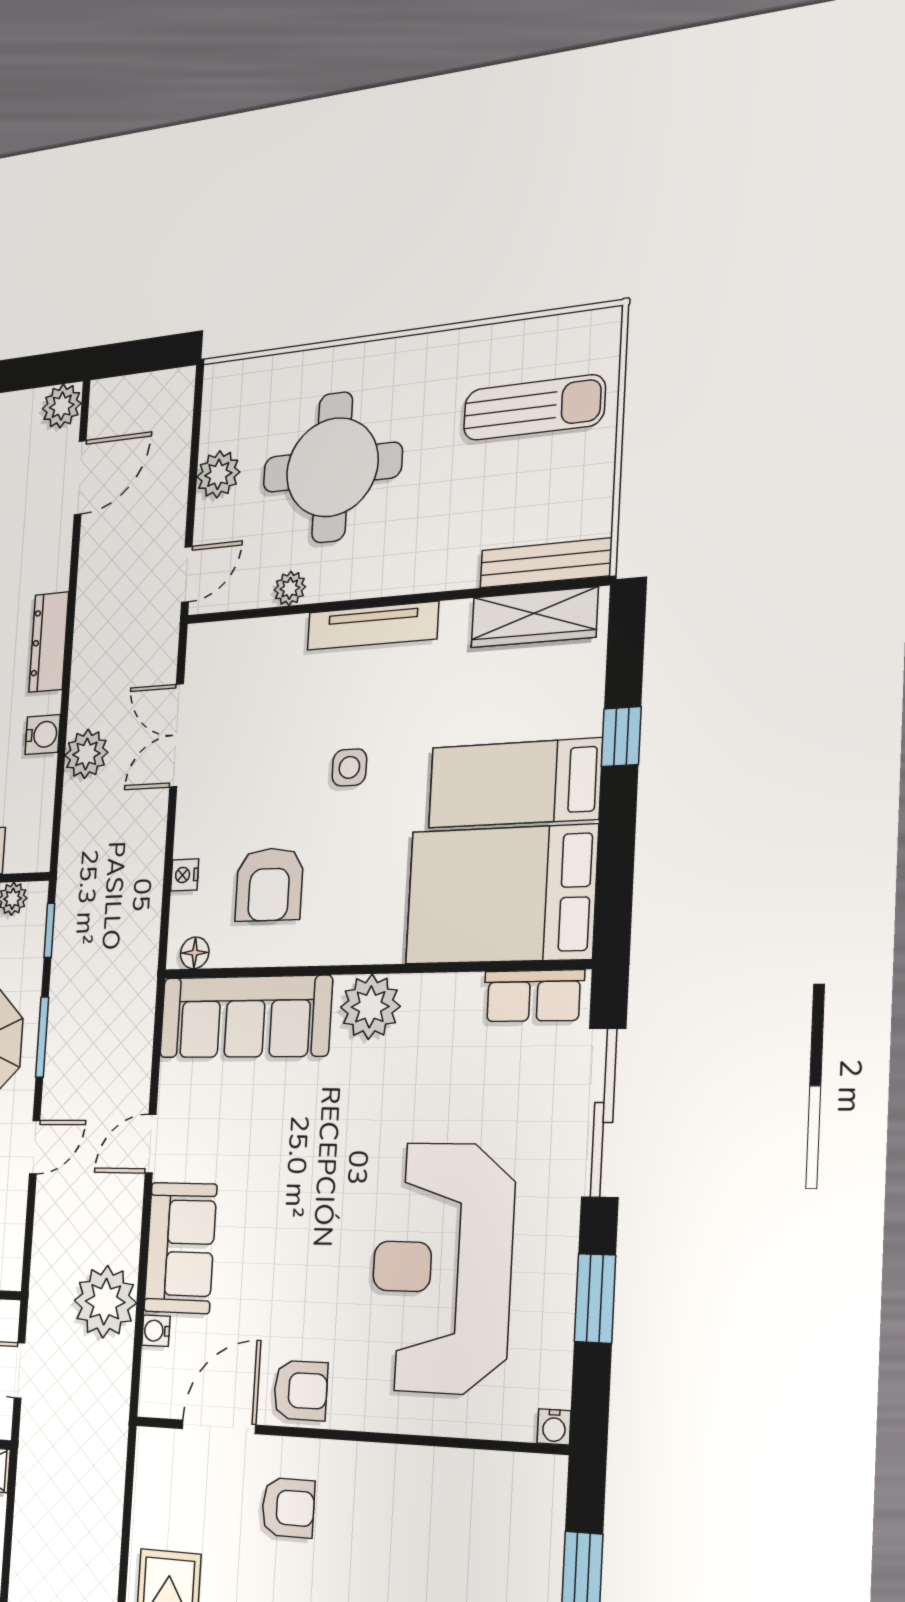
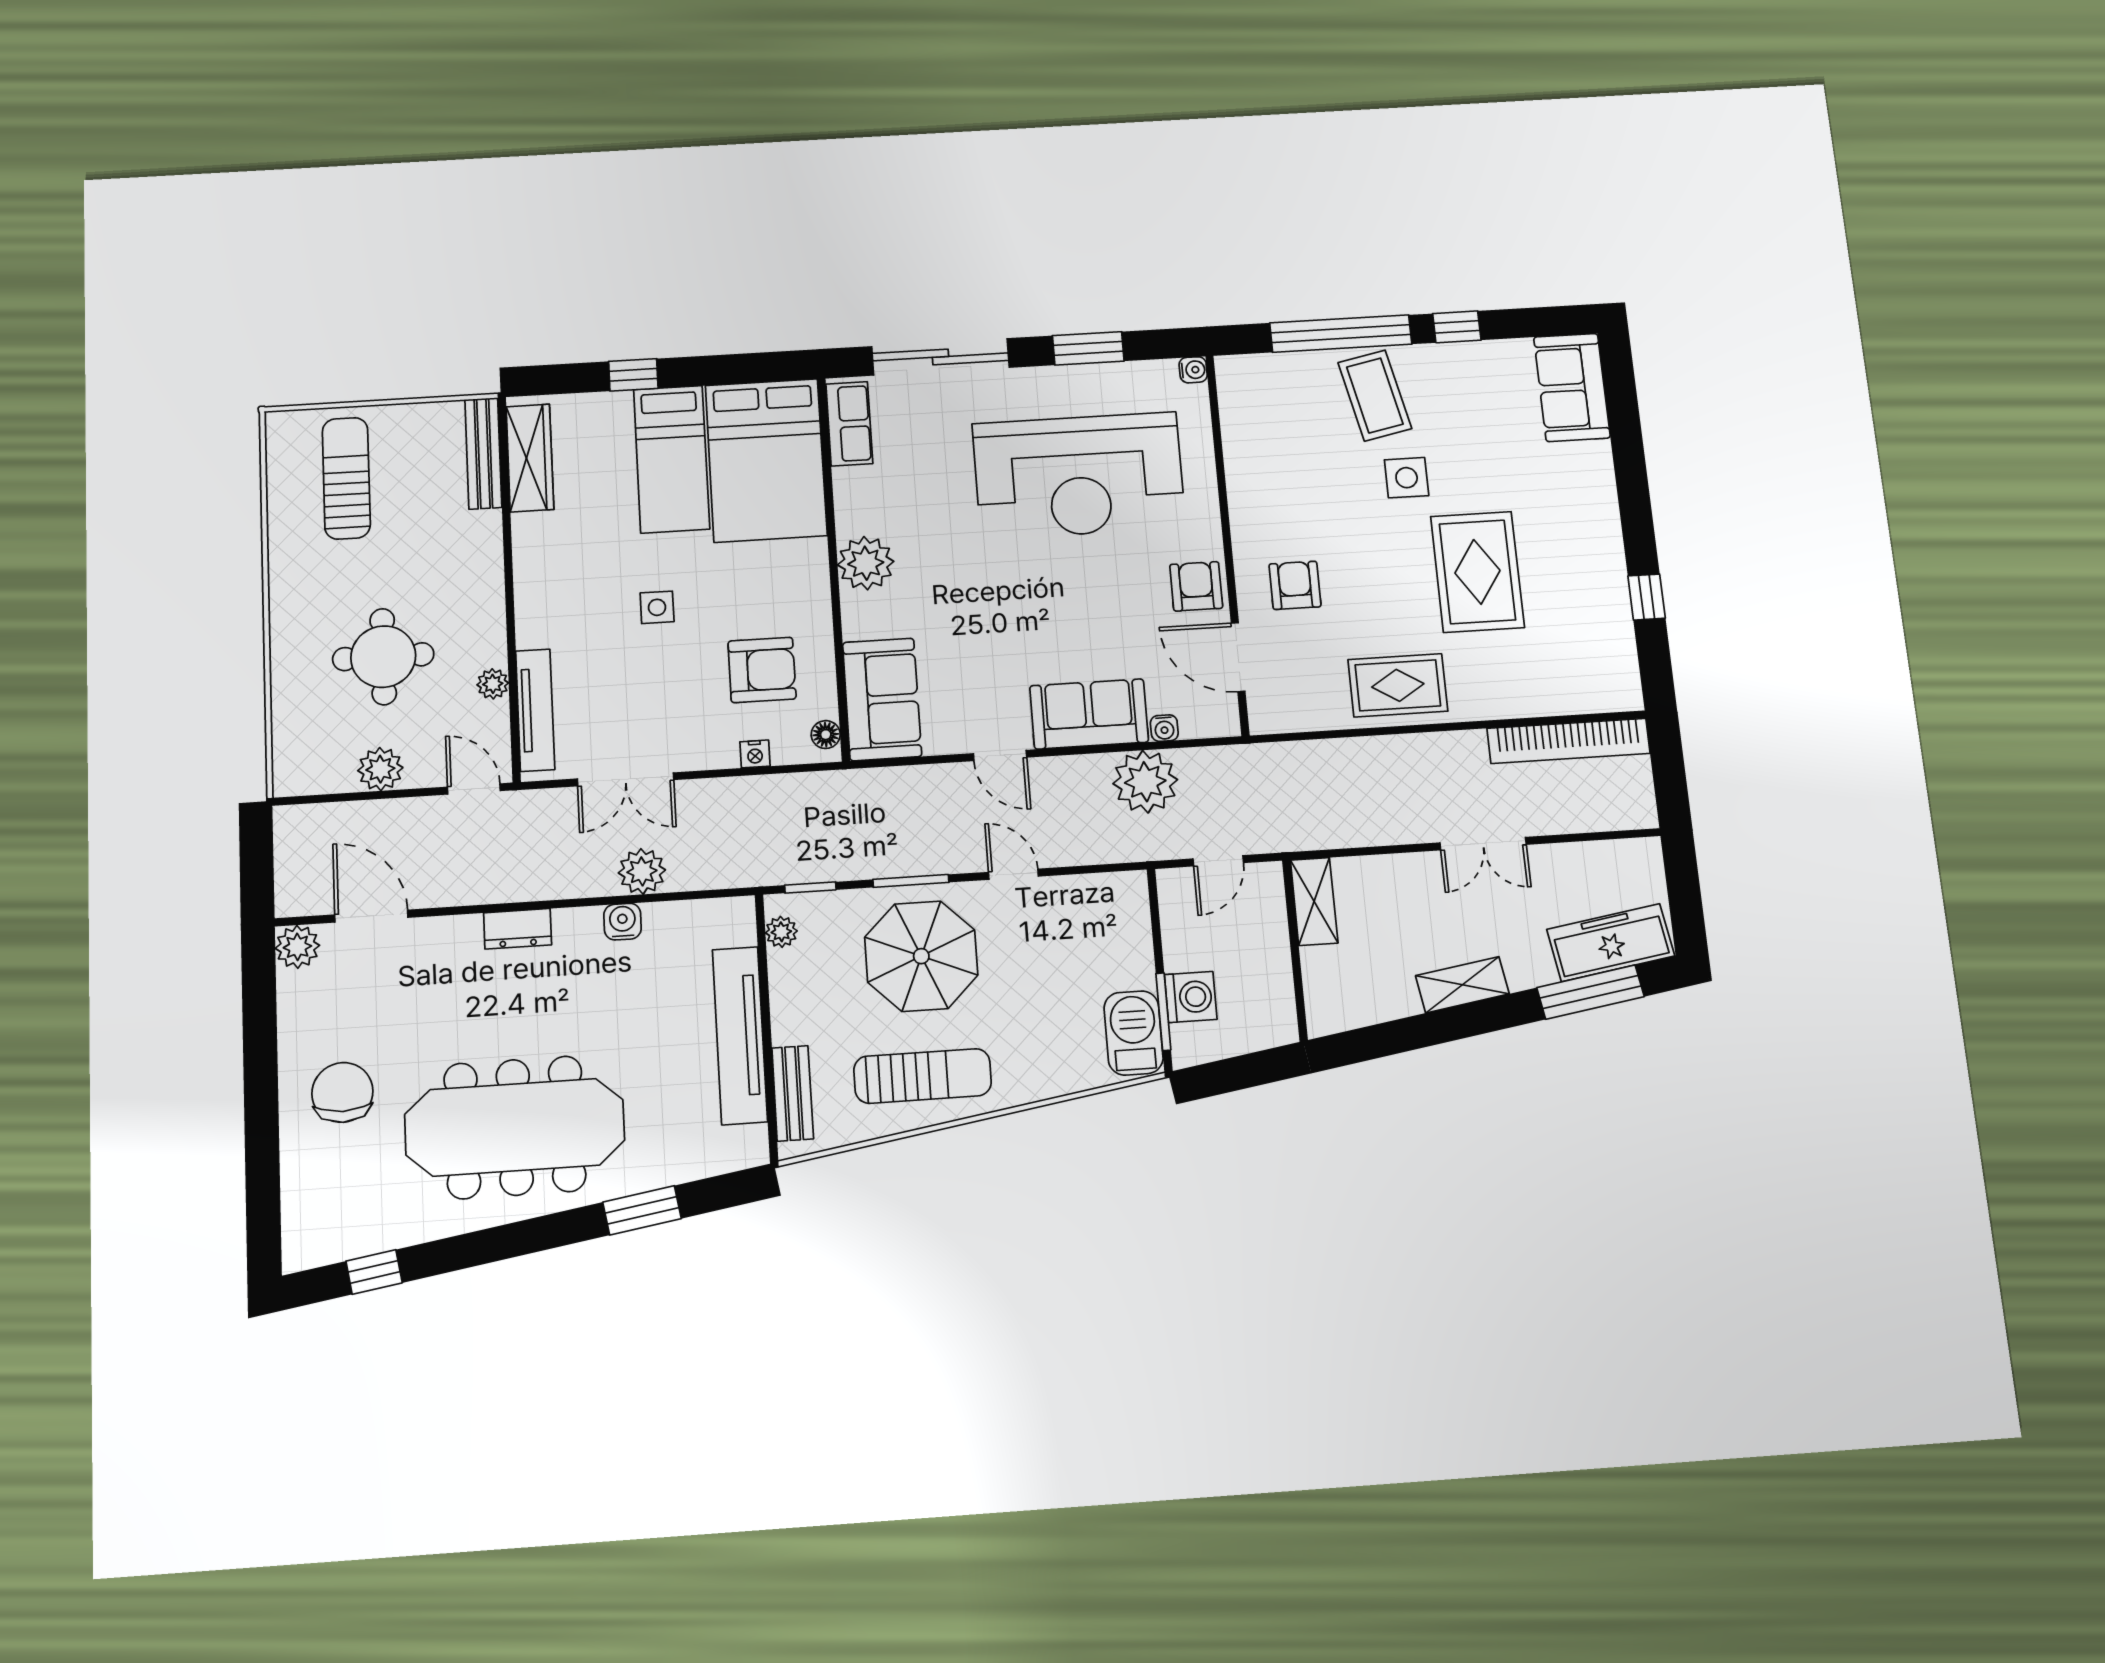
round table: (332, 467) -> (383, 657), width x0.73, depth x0.73
tv unit: (373, 626) -> (535, 710), moved
dresser: (49, 642) -> (518, 929), width x0.70
sofa: (245, 1017) -> (882, 699), width x0.73

